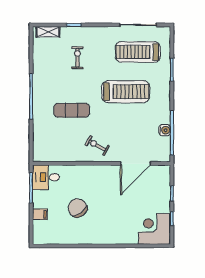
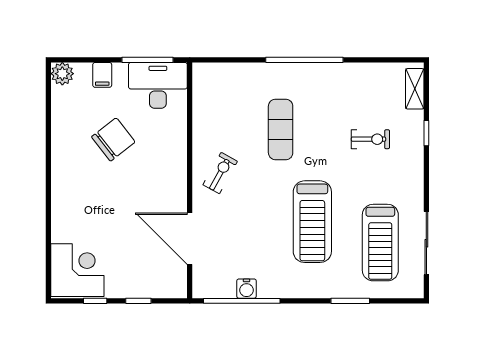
treadmill: (138, 52) -> (380, 243), turned 180
desk: (46, 177) -> (158, 85), width x1.37
plant: (39, 238) -> (62, 74), added

